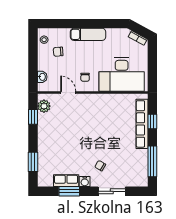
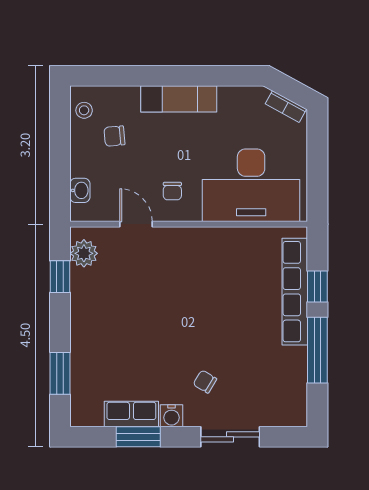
window: (152, 161) -> (317, 350), moved

